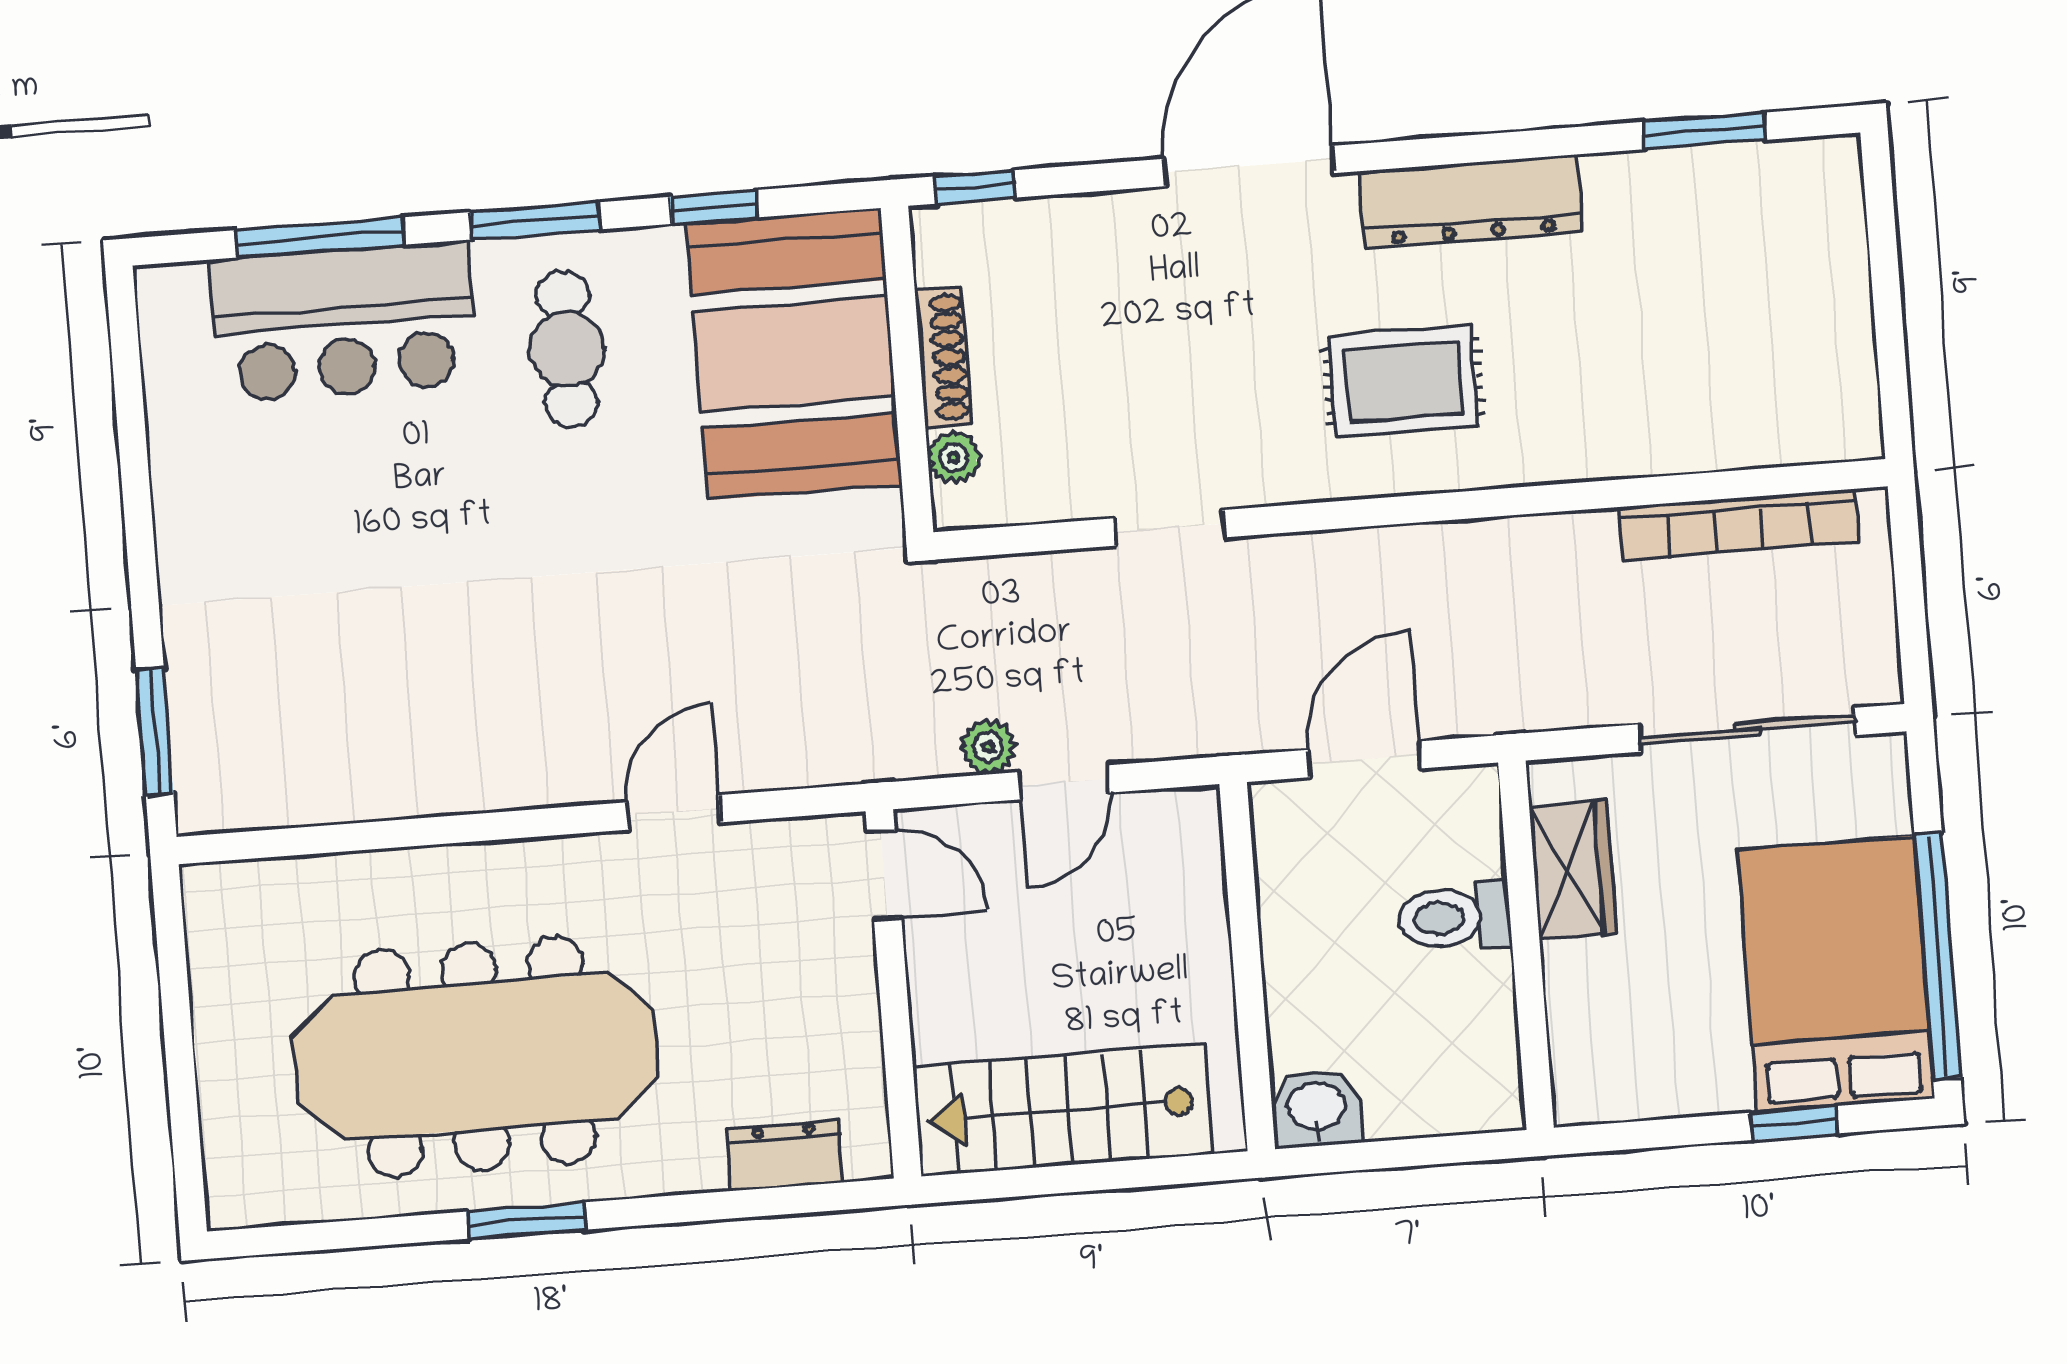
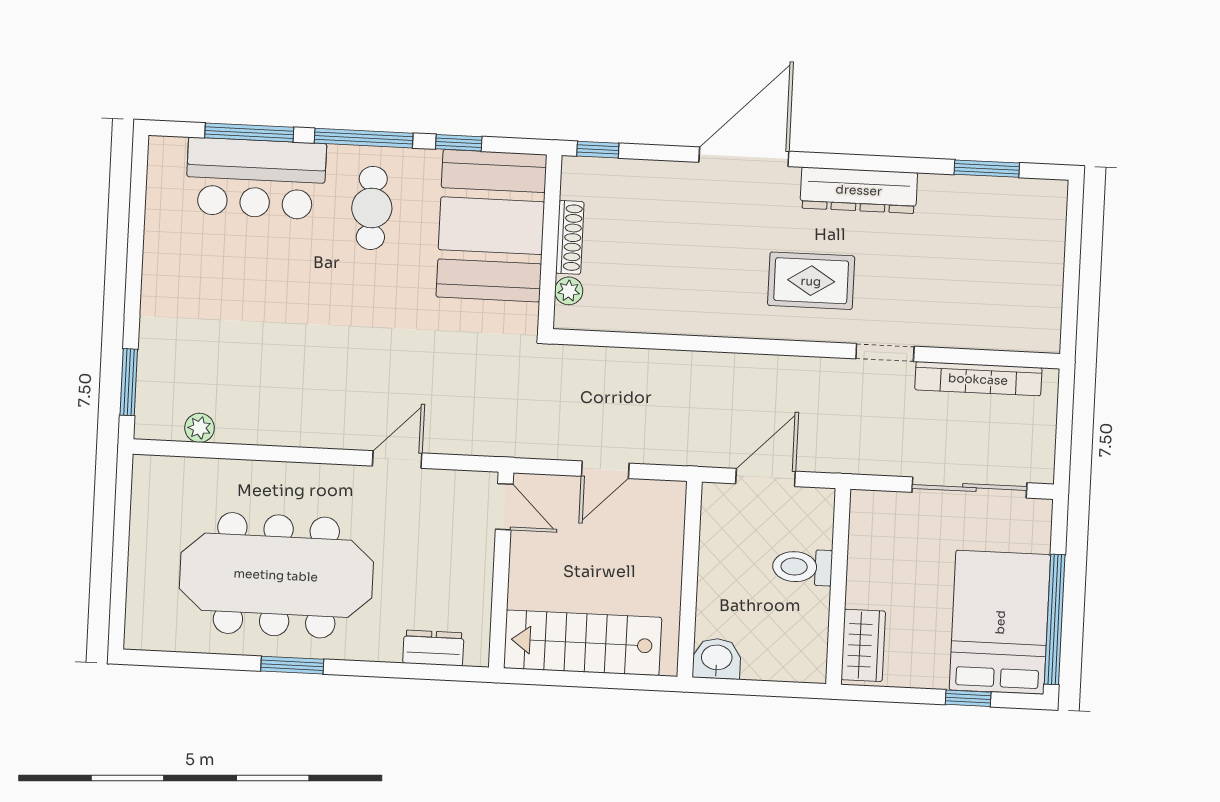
window: (535, 221) -> (364, 138), width x1.44
doorway: (1169, 528) -> (885, 353), moved
plant: (988, 747) -> (199, 428), moved
wardrobe: (1573, 870) -> (863, 645), moved

